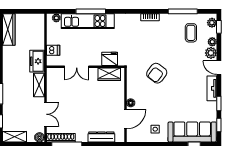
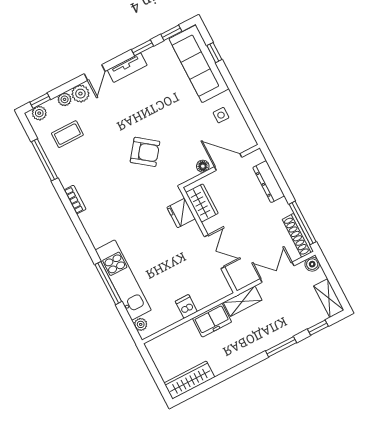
fridge: (110, 59) -> (181, 213), moved
double door: (77, 67) -> (214, 252), moved
wall: (85, 67) -> (208, 240), moved
wardrobe: (109, 74) -> (202, 203), moved

